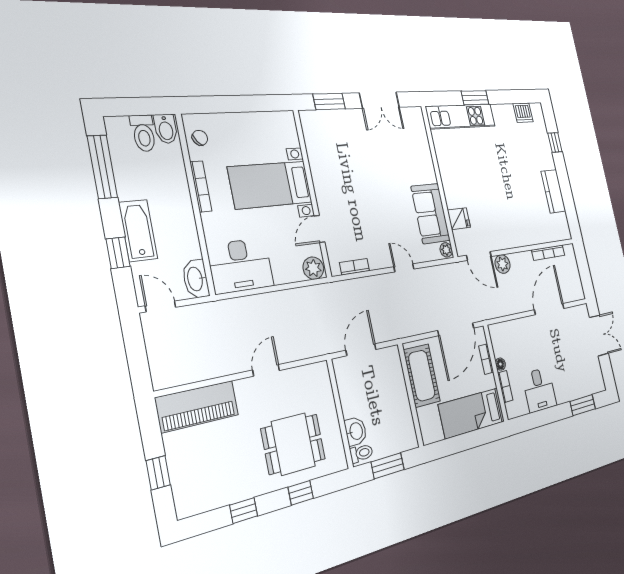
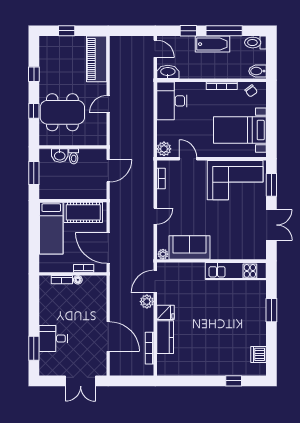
double door: (379, 100) -> (271, 225), swing flipped
kitchen unit: (461, 116) -> (236, 271), moved, turned -90
toilet: (143, 133) -> (255, 43), moved
corner sofa: (334, 155) -> (235, 180), added
window: (102, 167) -> (224, 31), moved
bed with nightstands: (270, 185) -> (240, 130), moved, turned -90
kitchen counter: (553, 191) -> (165, 337), moved, turned 90
fridge: (459, 219) -> (165, 312), moved, turned -90
bathtub: (138, 230) -> (212, 44), moved
door: (160, 307) -> (155, 49), hinge flipped
door: (361, 350) -> (108, 171), hinge flipped
door: (266, 370) -> (108, 104), swing flipped
desk: (539, 390) -> (53, 339), moved
bed: (472, 413) -> (51, 228), moved, turned 180
dining table: (293, 444) -> (62, 112), width x1.38
toilet: (361, 453) -> (74, 156), moved

